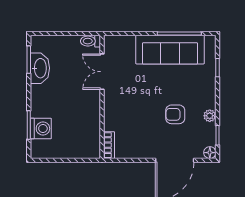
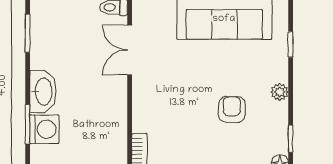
washbasin: (40, 68) -> (43, 92), moved
armchair: (175, 114) -> (232, 110), turned 90
plant: (210, 116) -> (280, 92), moved

